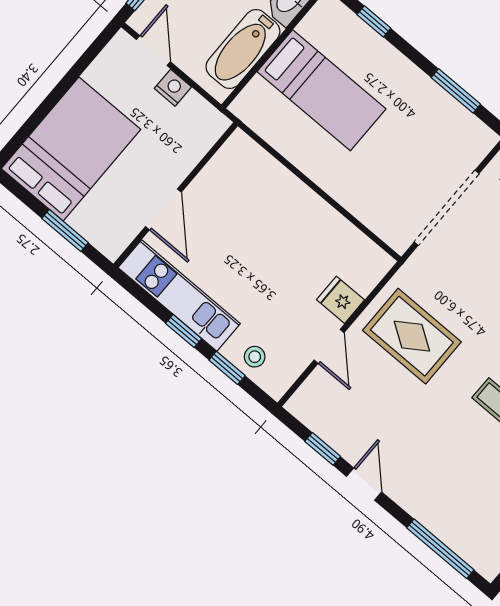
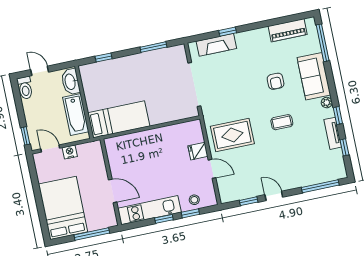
bed: (321, 90) -> (119, 119), moved
window: (65, 230) -> (92, 234), width x1.44

